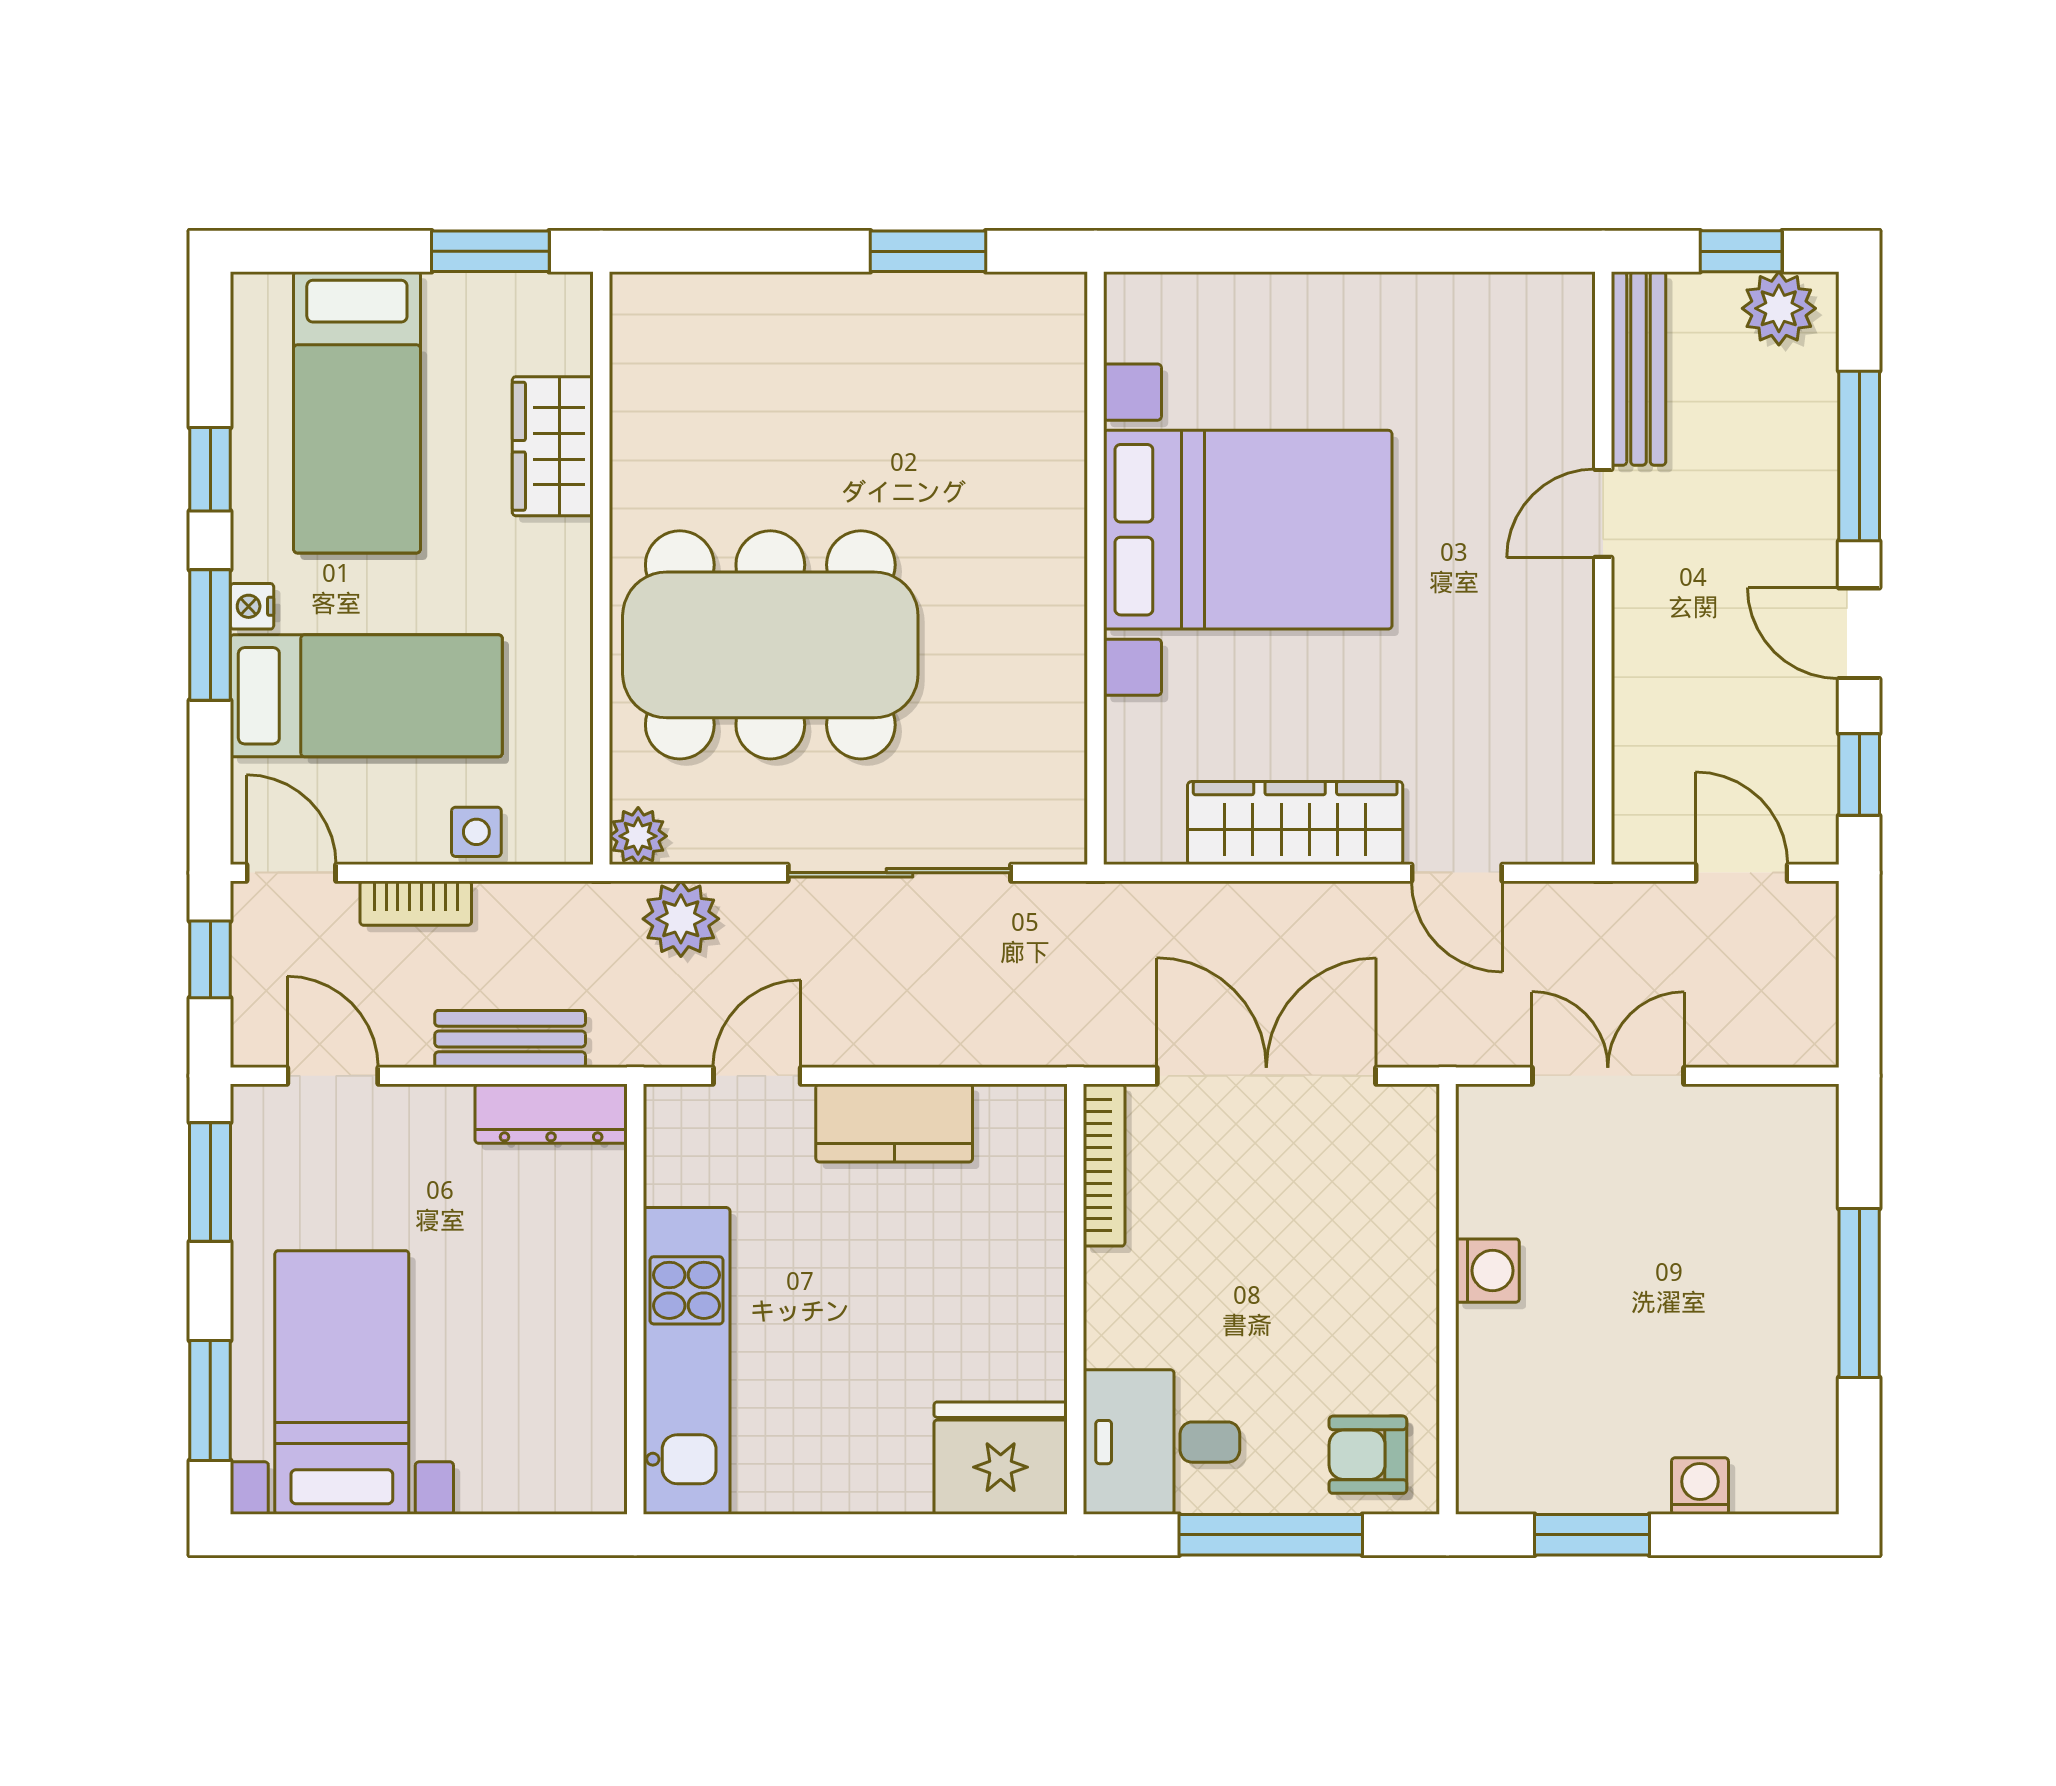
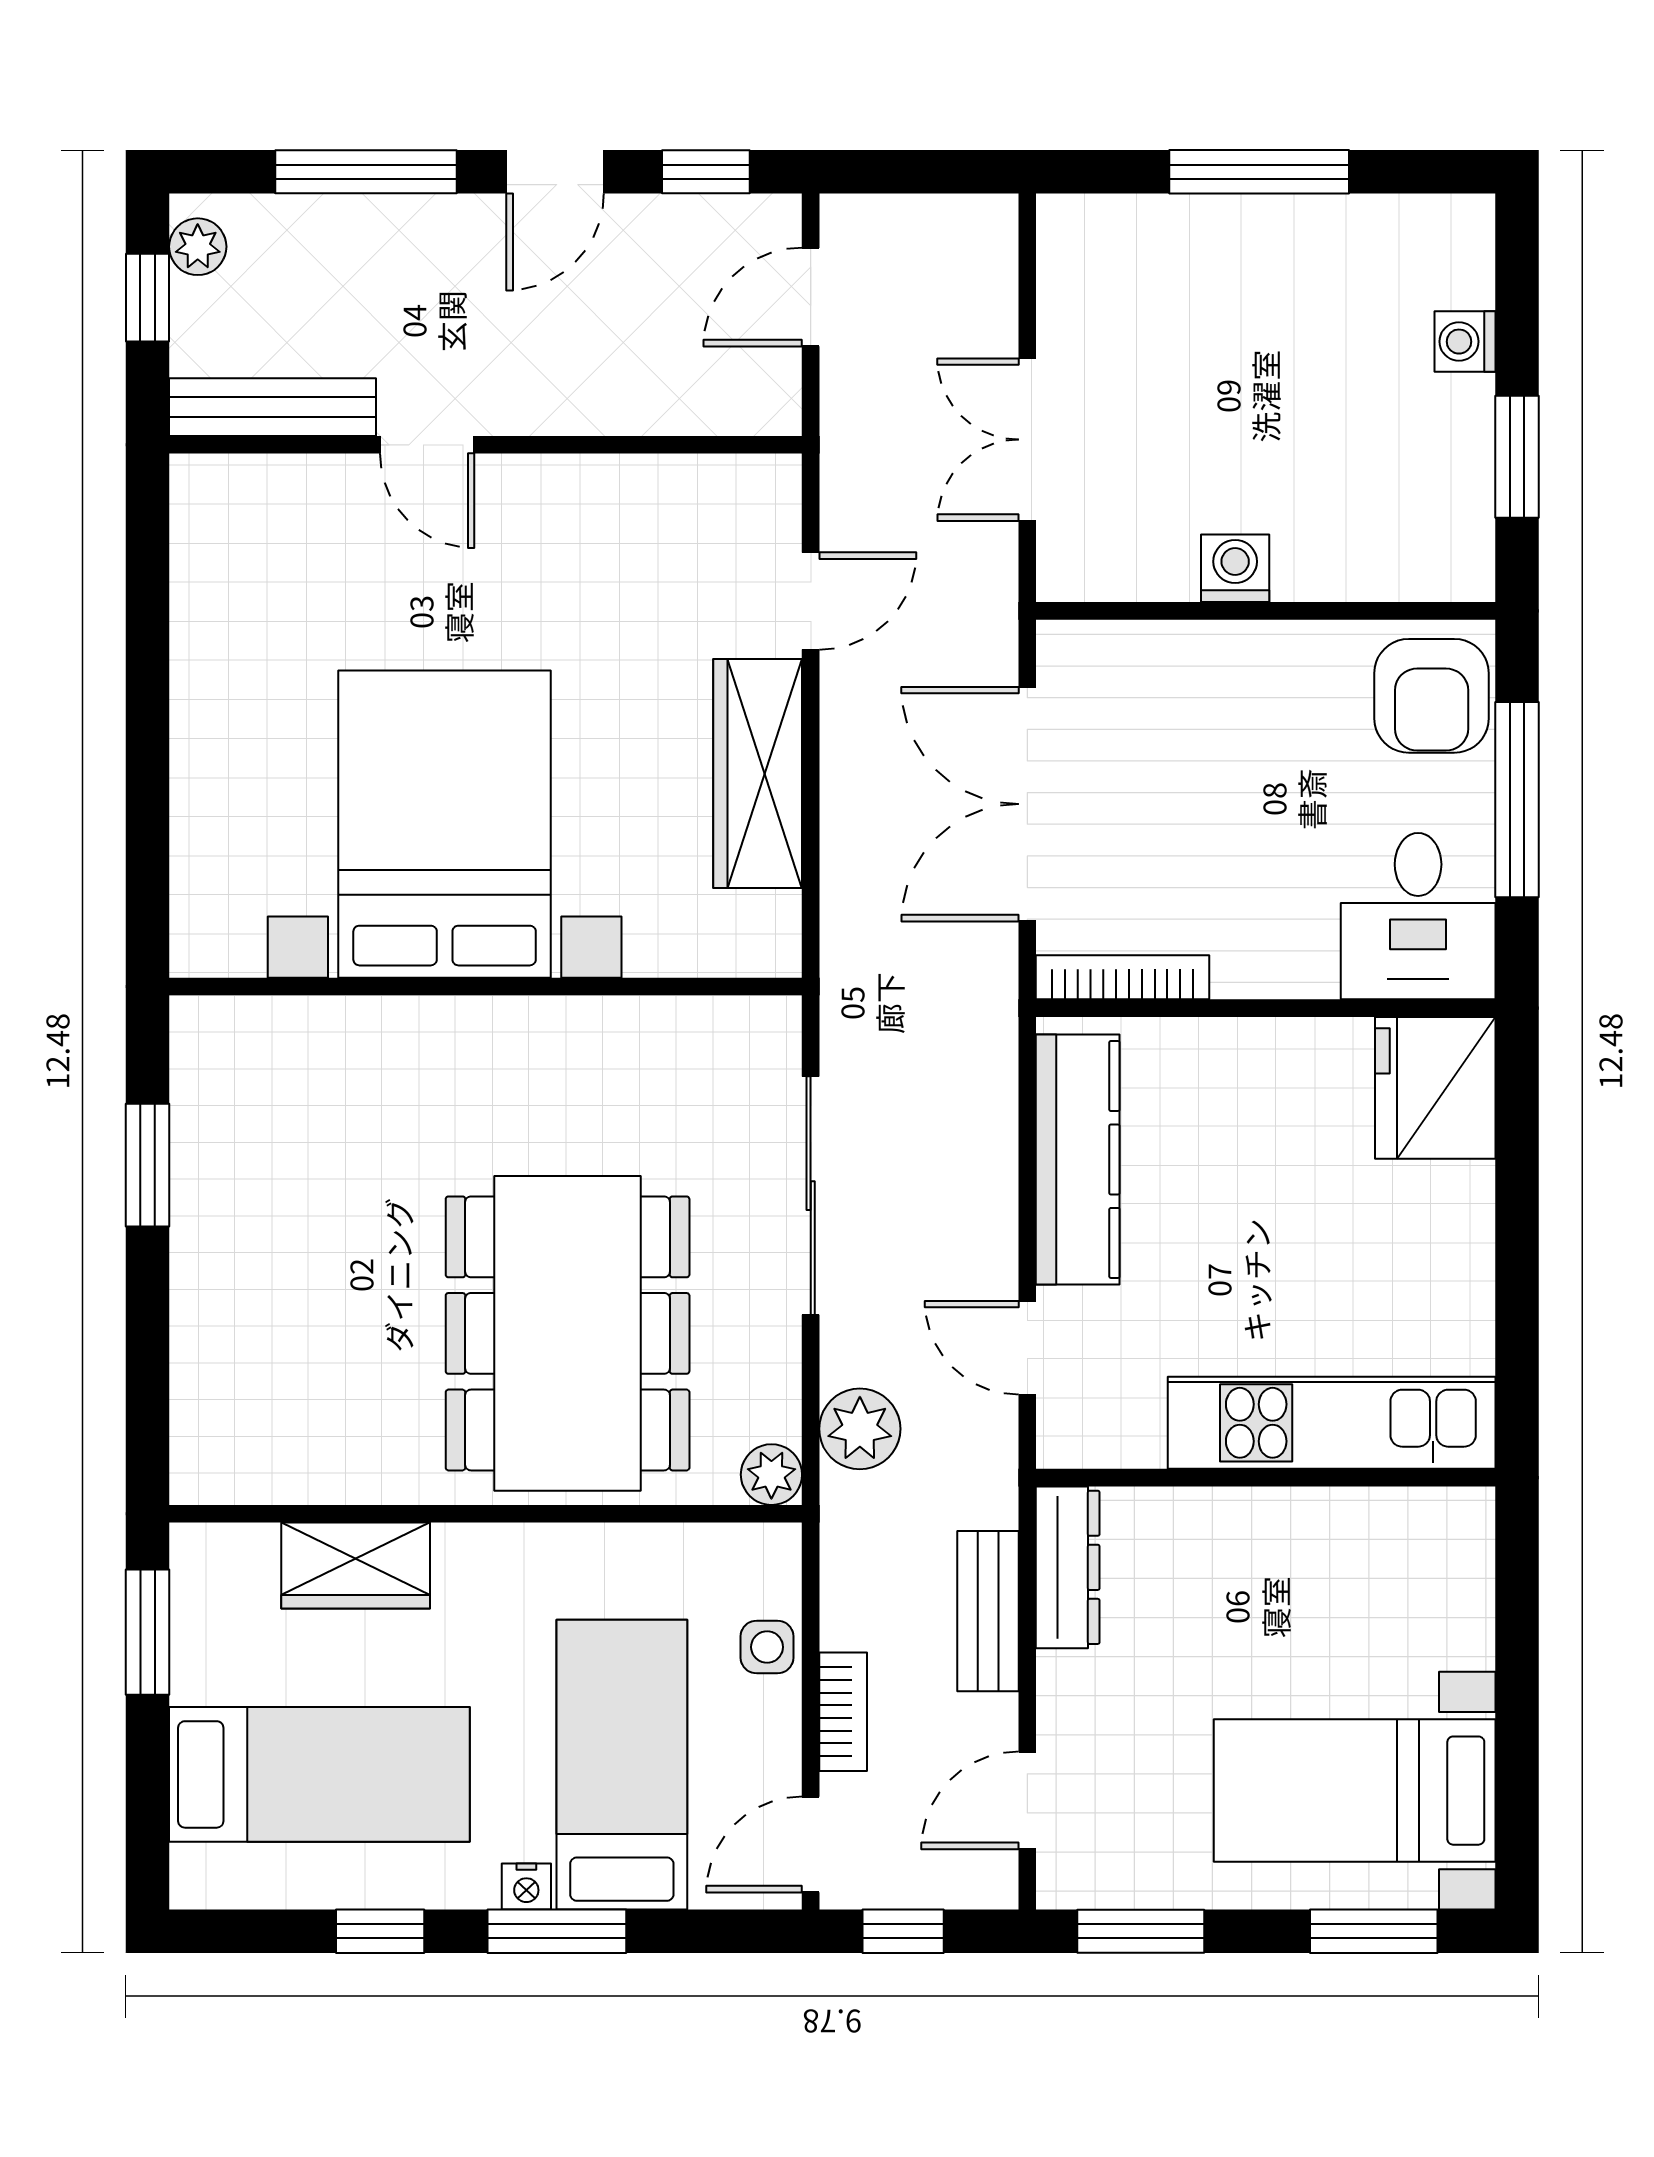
plant: (1779, 308) -> (198, 247), width x0.73, depth x0.73
kitchen counter: (894, 1123) -> (1078, 1159), width x1.50
armchair: (1368, 1455) -> (1432, 696), width x1.38, depth x1.38

